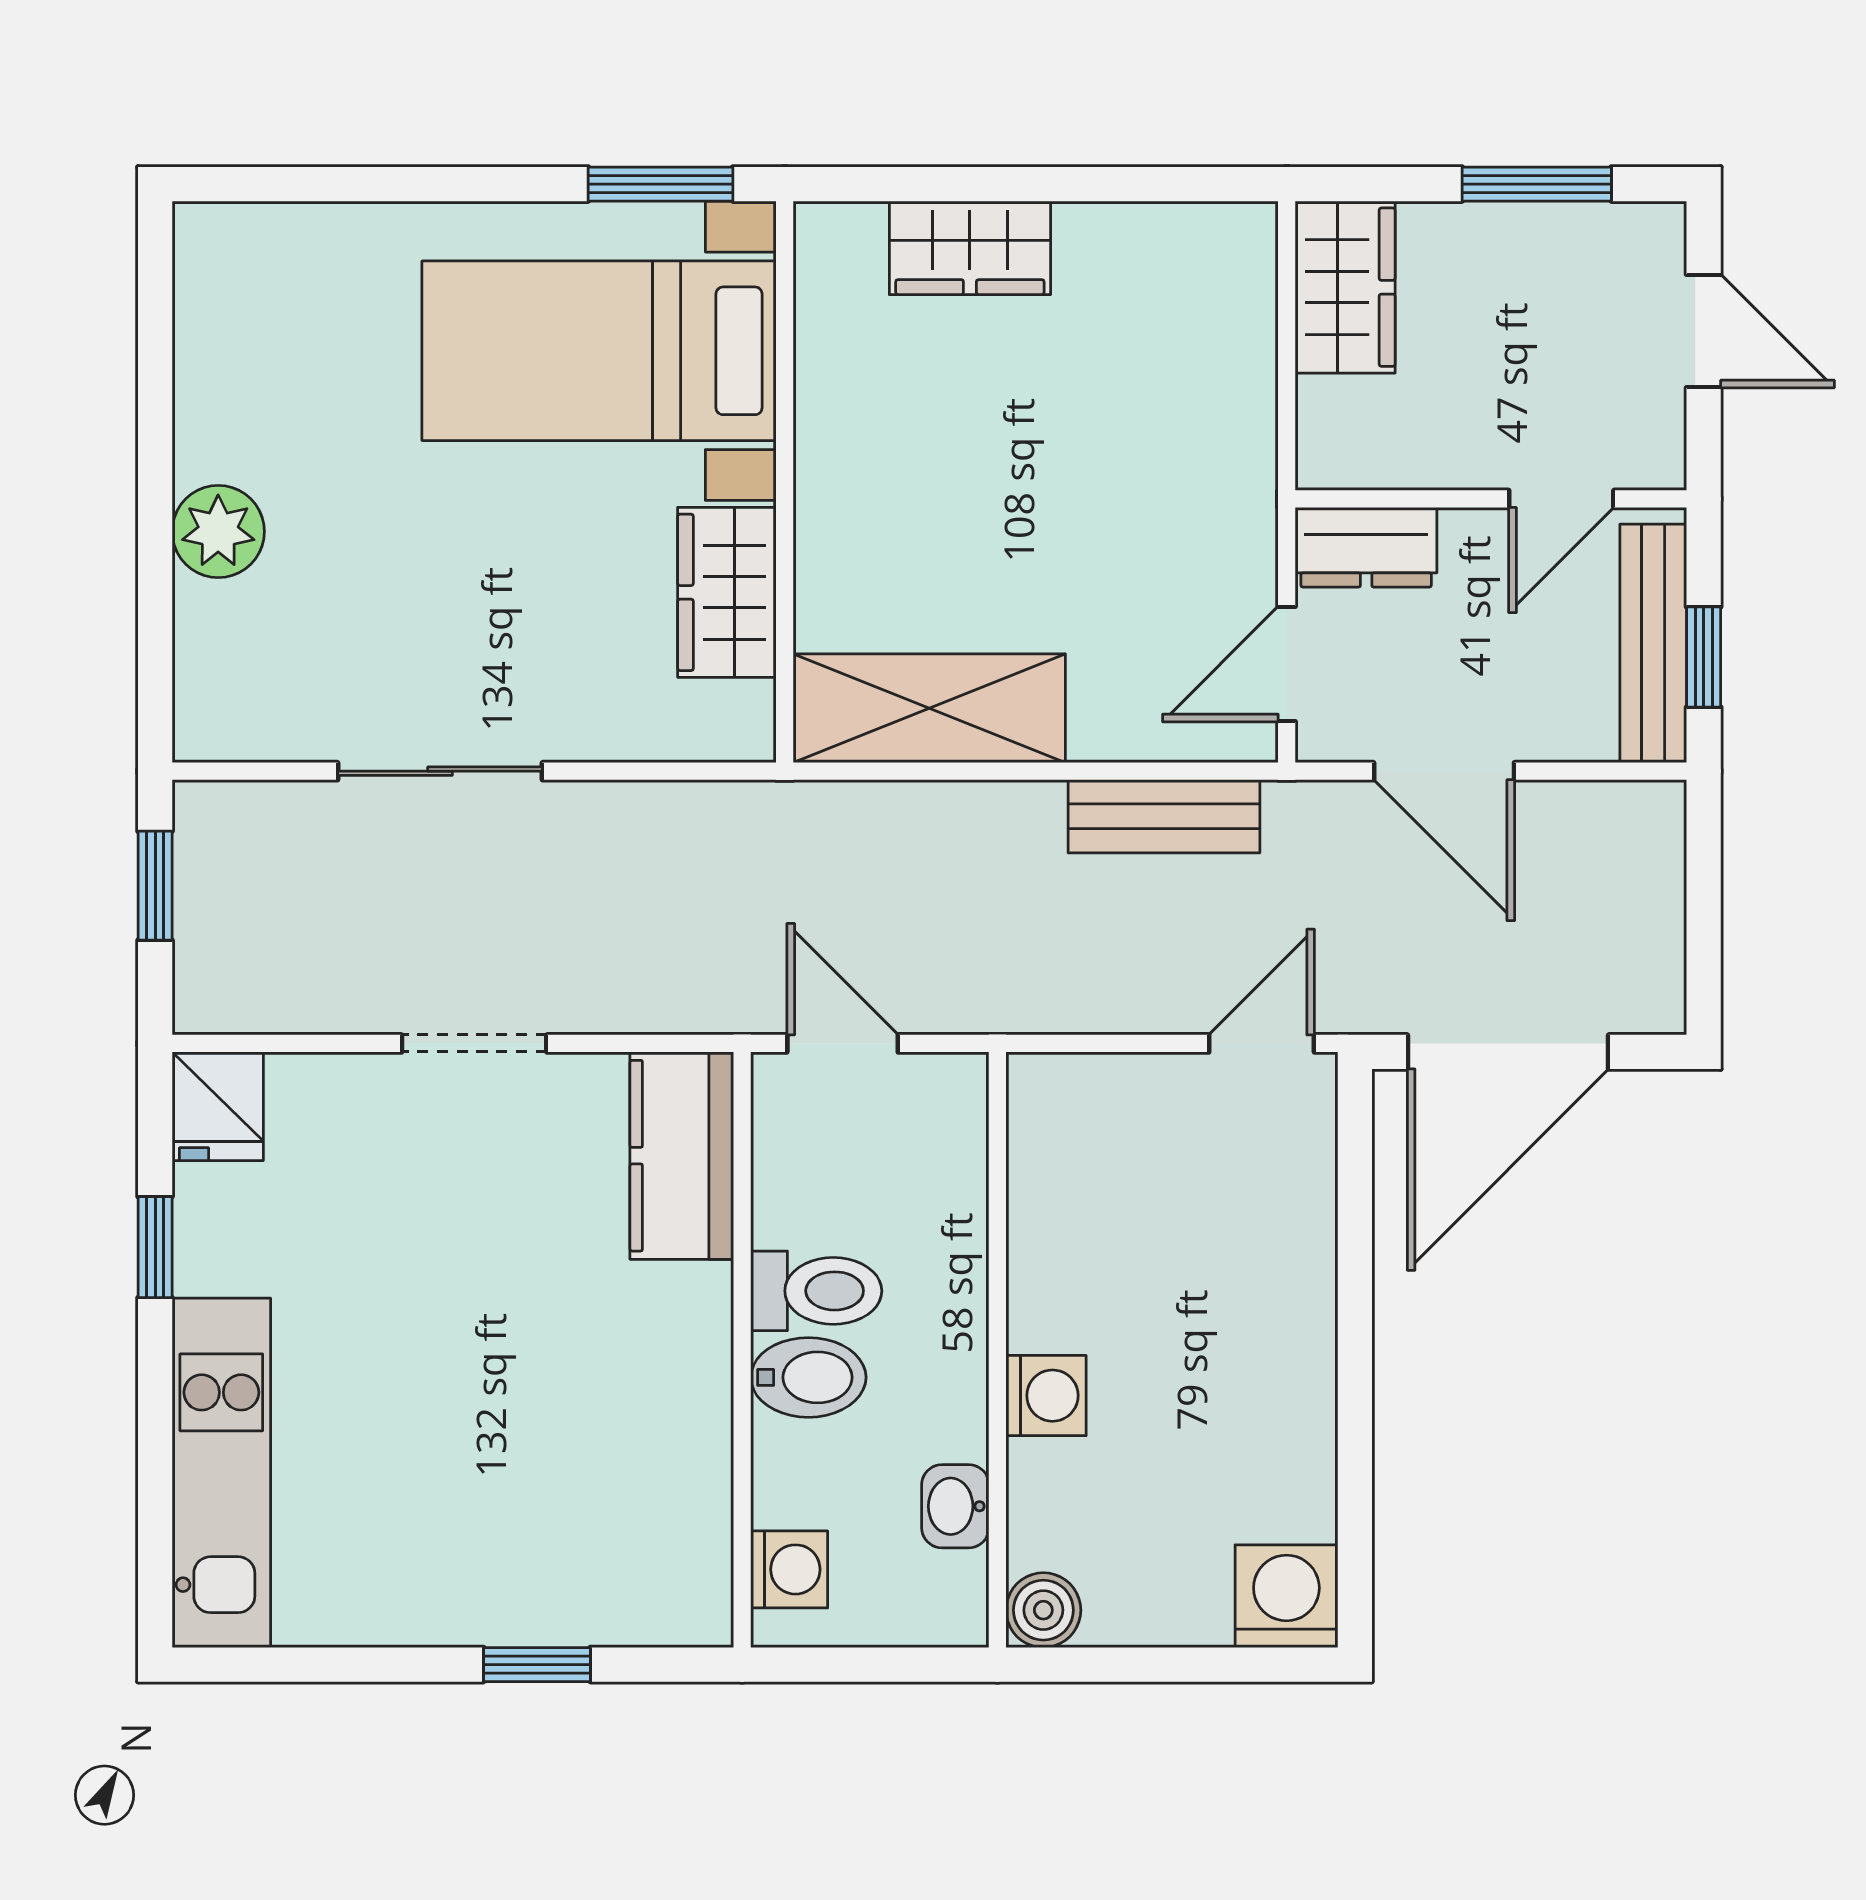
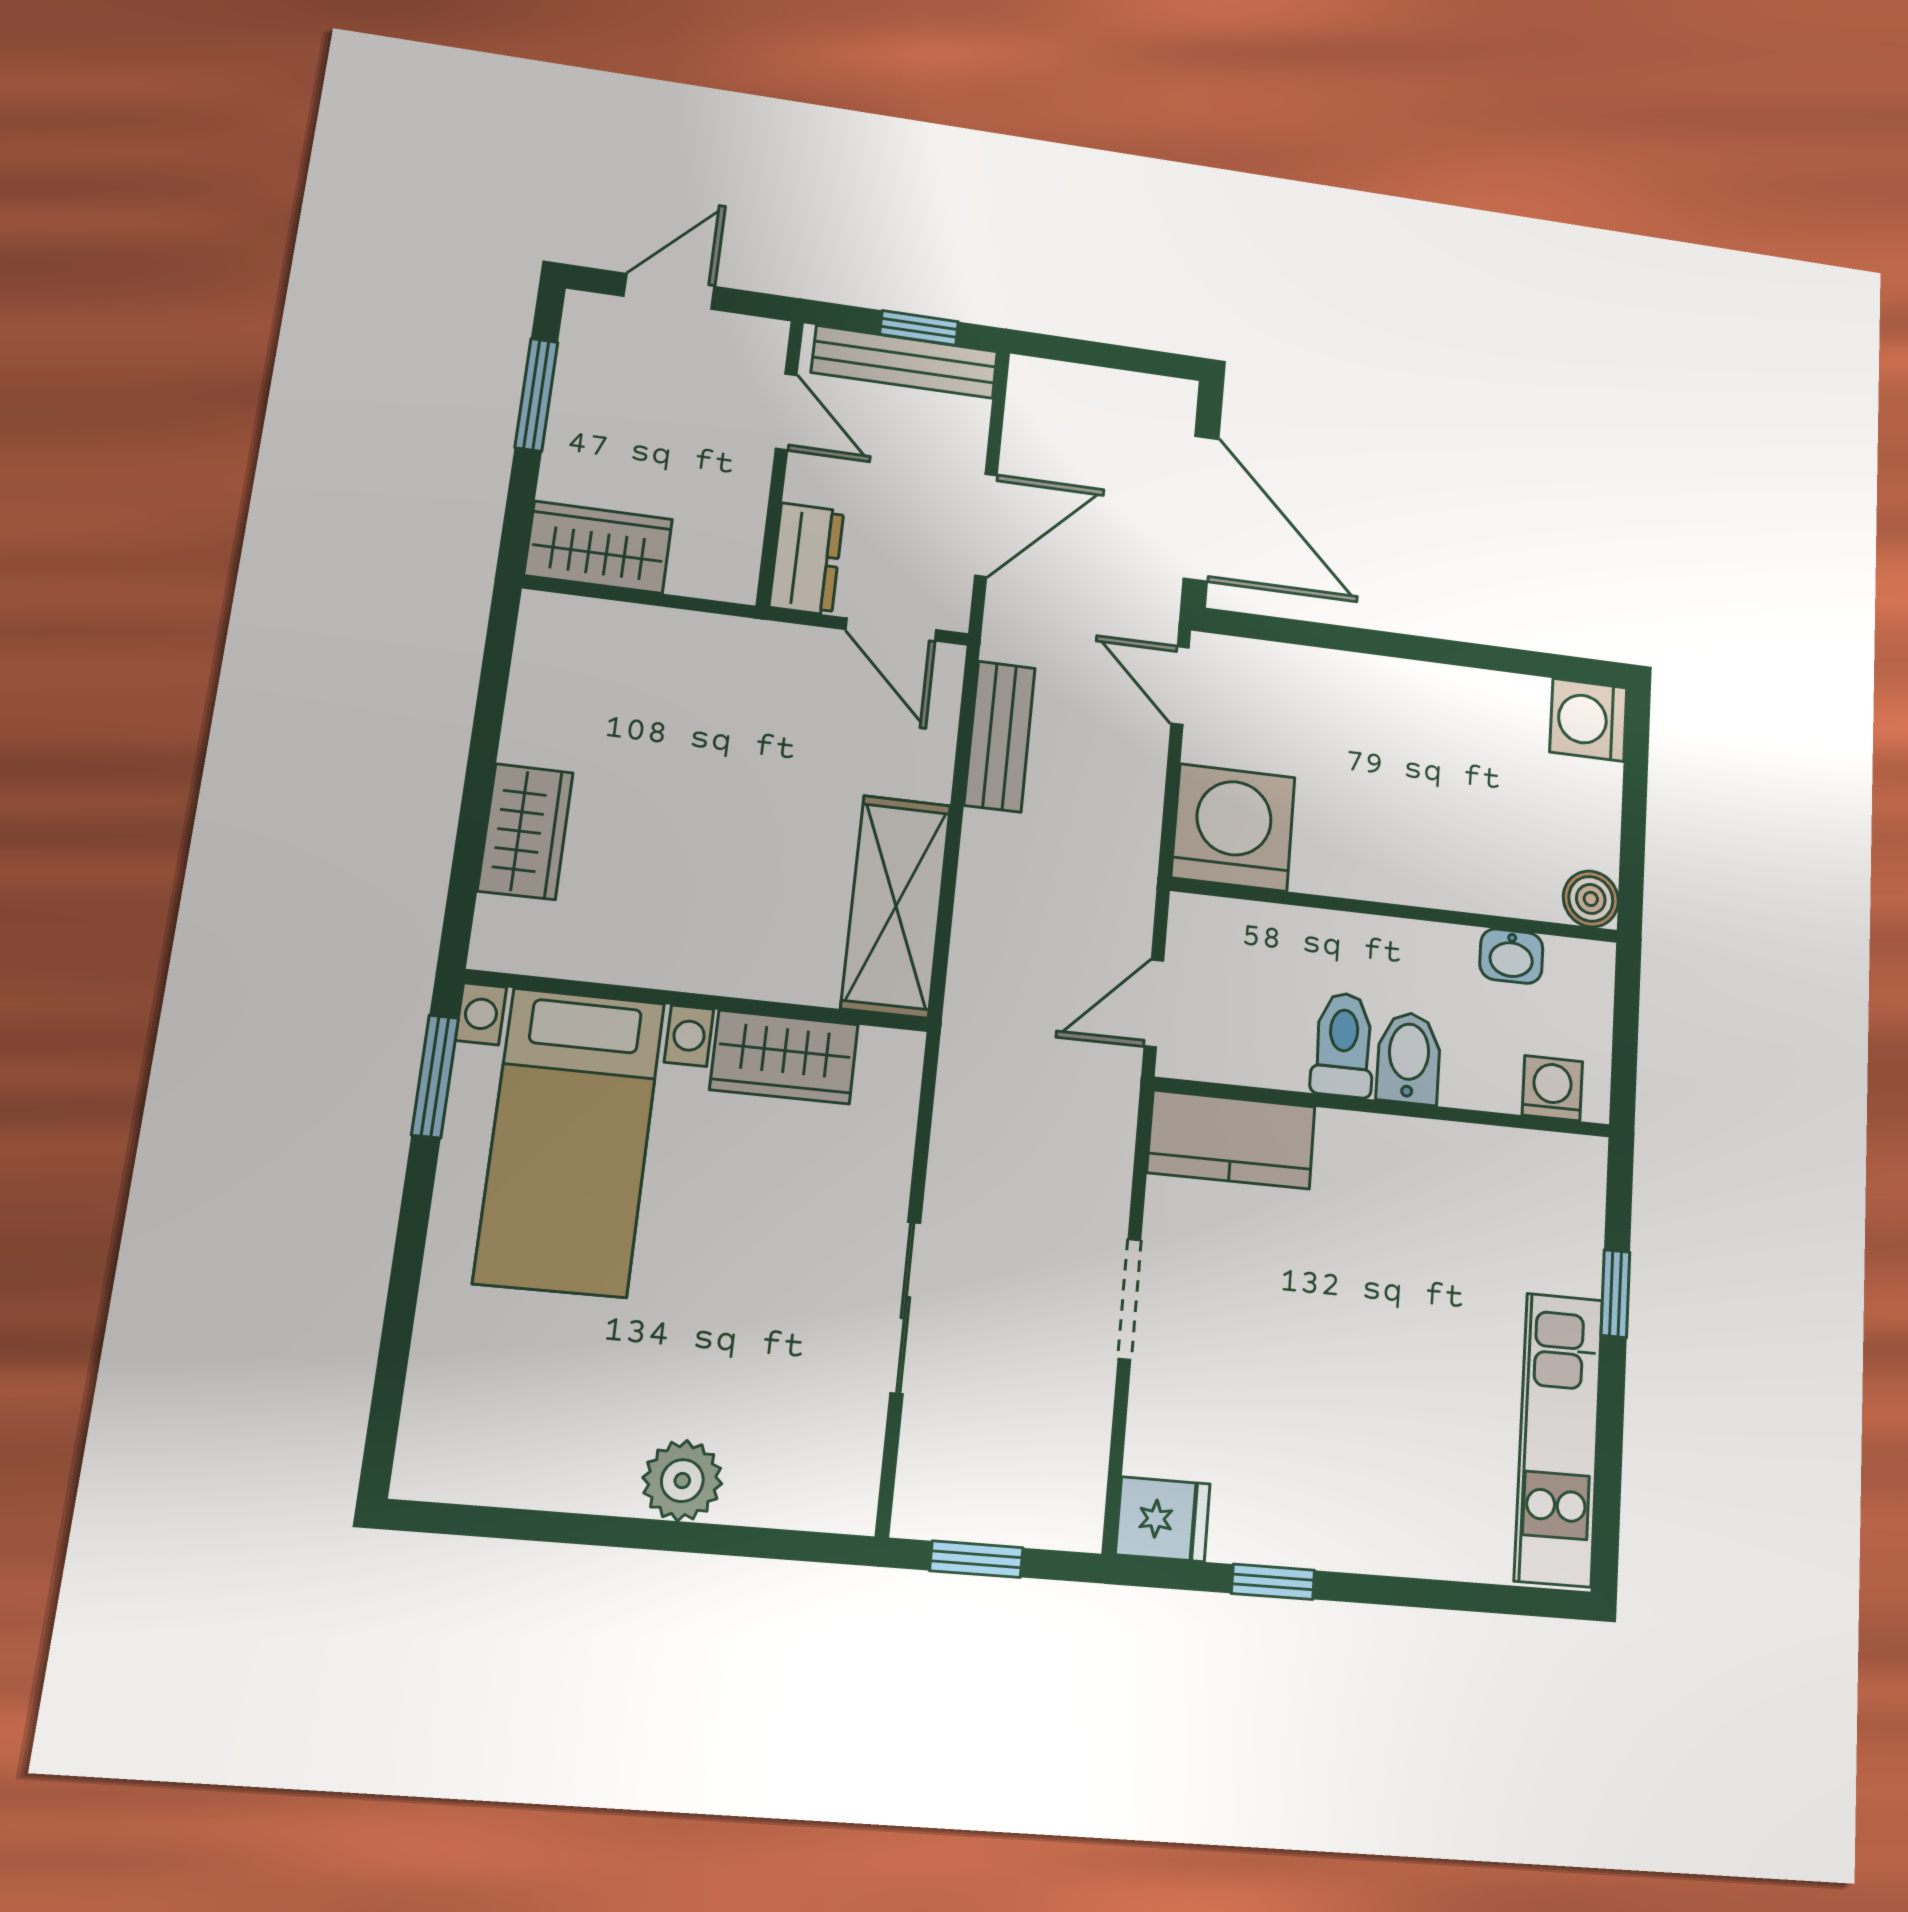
washing machine: (1046, 1396) -> (1233, 827), moved, width x1.89, depth x1.89
kitchen unit: (221, 1473) -> (1559, 1439), moved, turned -90

